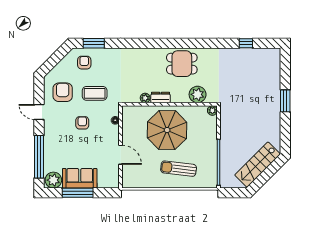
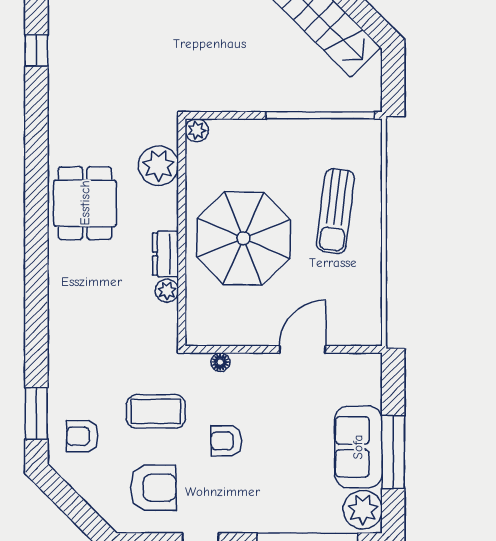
armchair: (63, 92) -> (153, 488), turned 180
coffee table: (95, 93) -> (156, 411), turned 90

